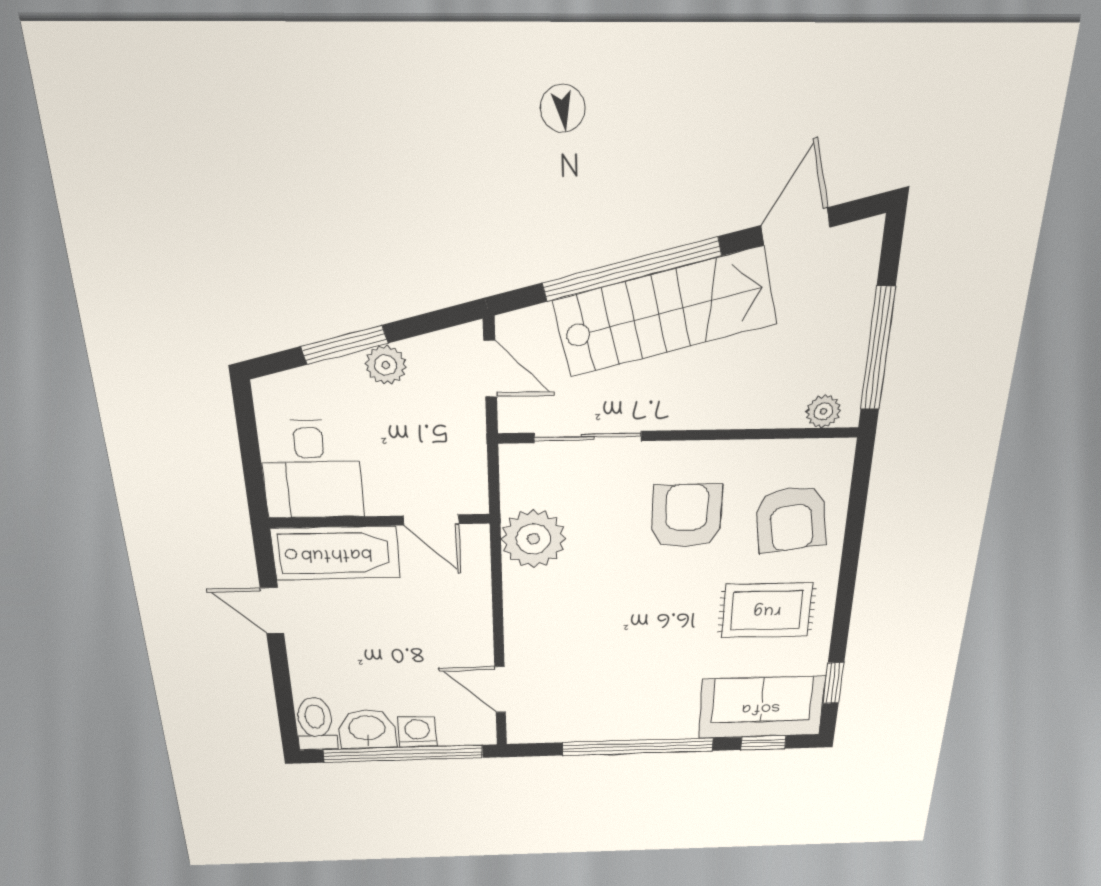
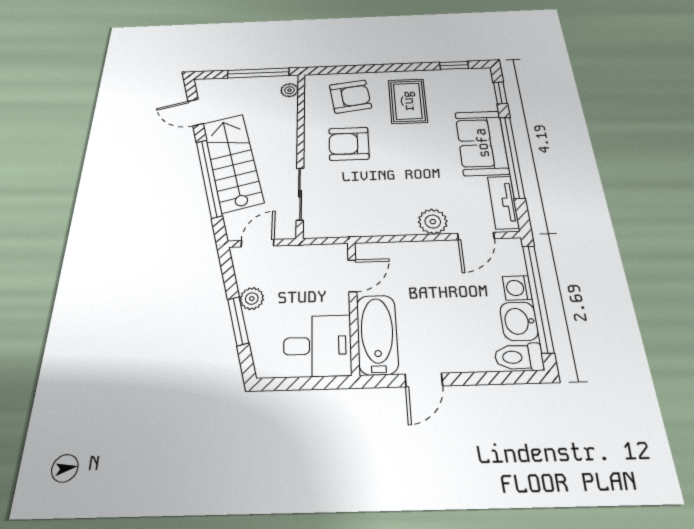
plant: (533, 539) -> (433, 222), moved, width x0.73, depth x0.73
sofa: (761, 707) -> (482, 143), moved
tv unit: (557, 728) -> (503, 202), added

